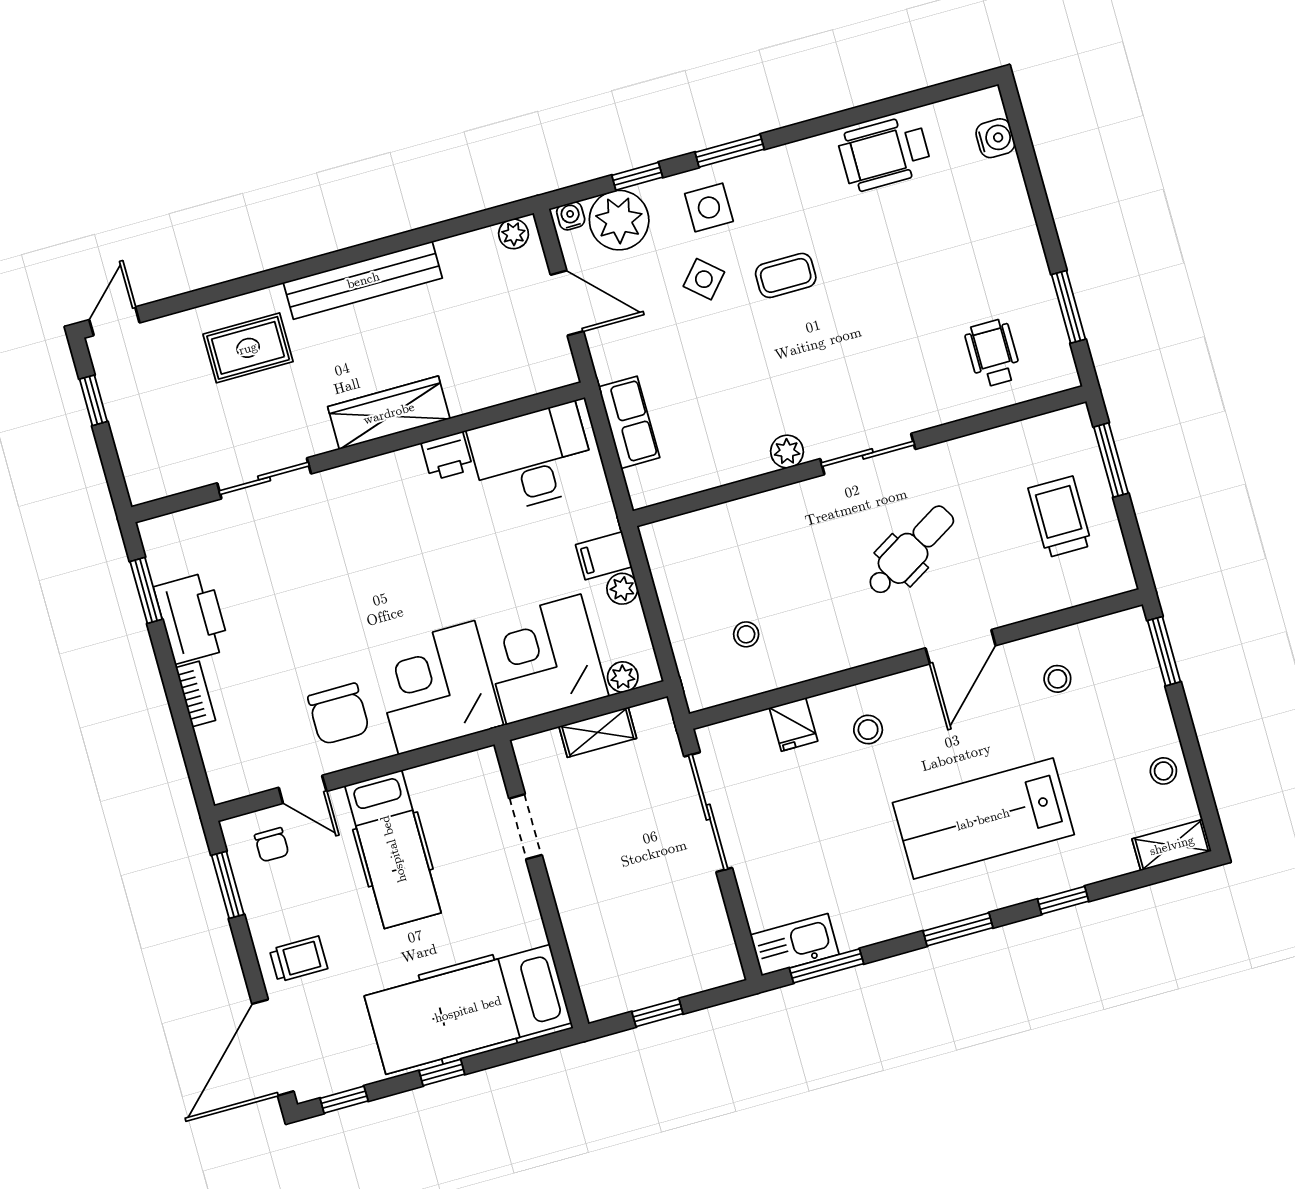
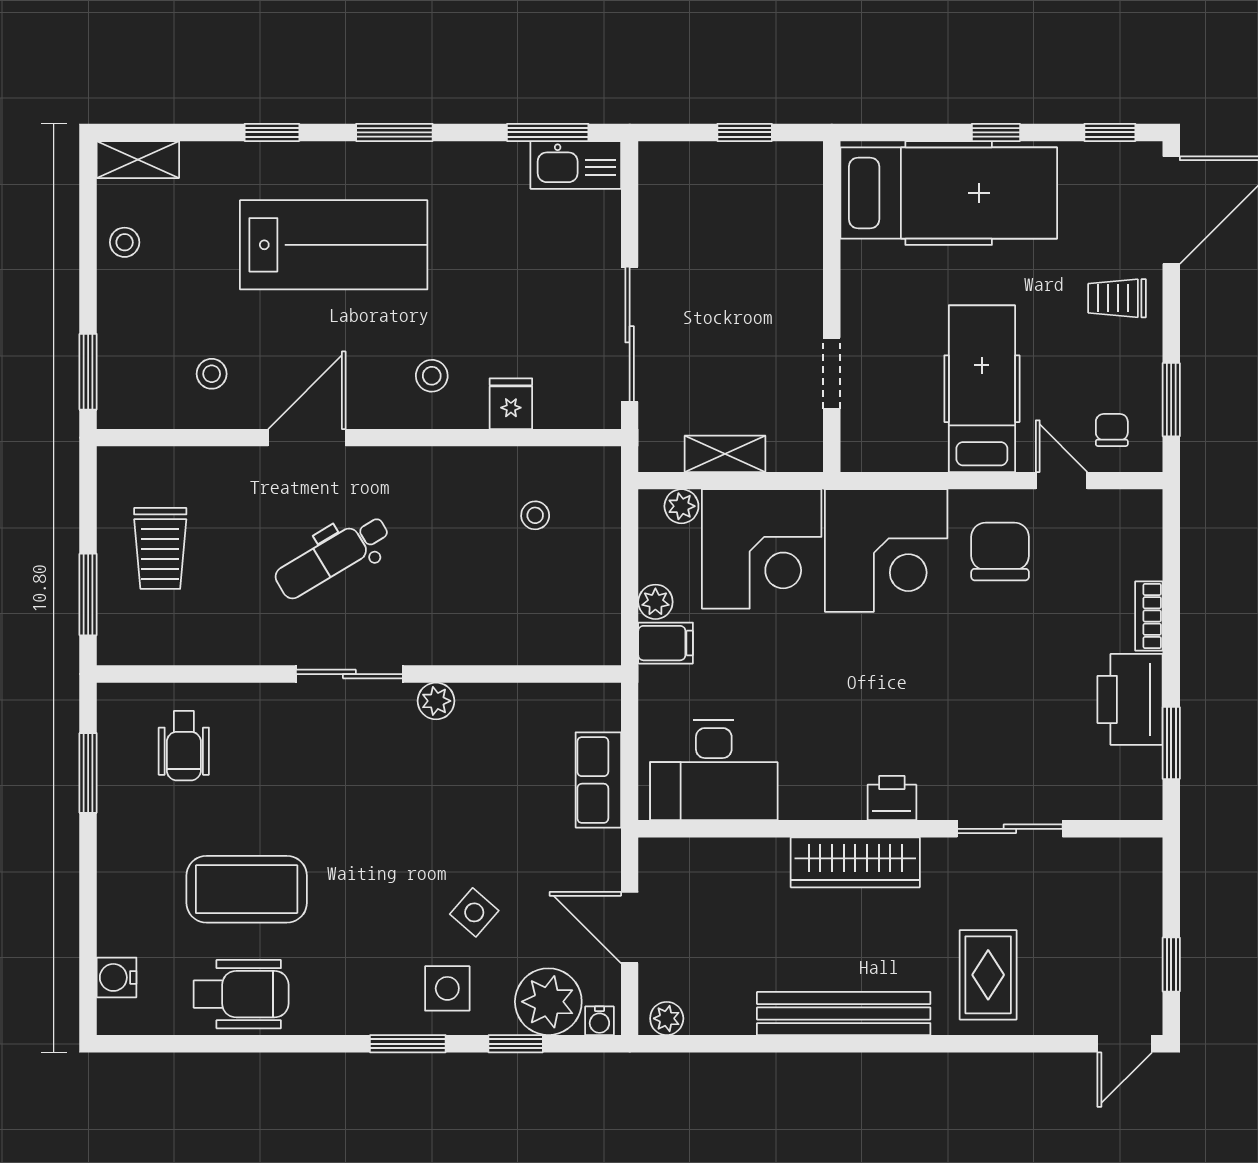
coffee table: (786, 275) -> (247, 889), moved, width x1.86, depth x1.72
rug: (248, 348) -> (988, 975), turned 90
printer: (447, 456) -> (892, 798), moved

